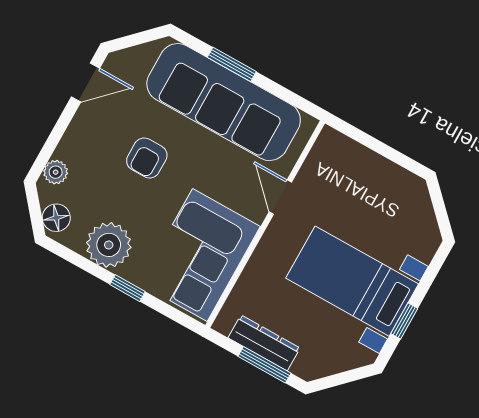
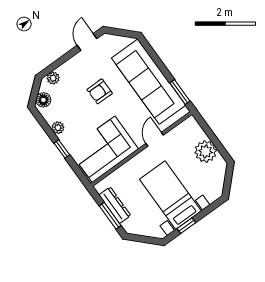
window: (232, 64) -> (180, 92), moved
door: (85, 83) -> (87, 42), swing flipped
plant: (378, 177) -> (206, 151), added
plant: (109, 245) -> (58, 128), width x0.53, depth x0.53

